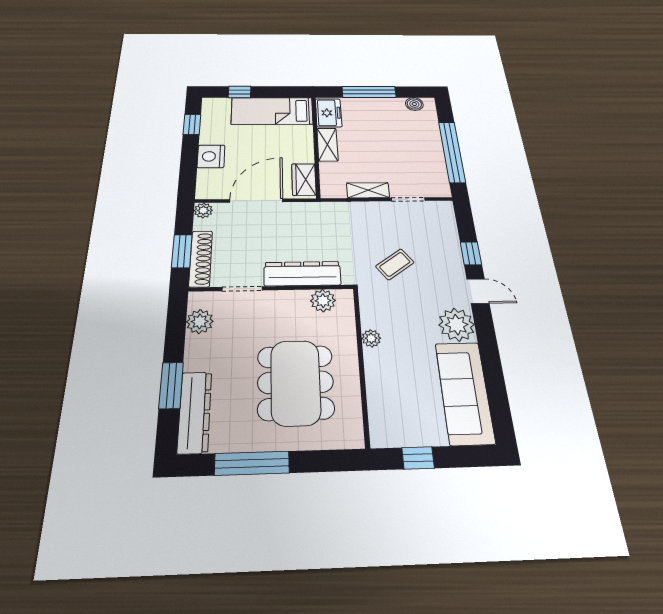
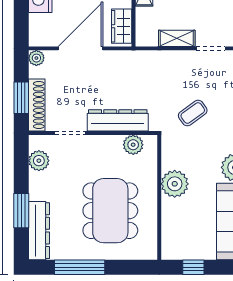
plant: (371, 338) -> (175, 184), width x1.87, depth x1.87

